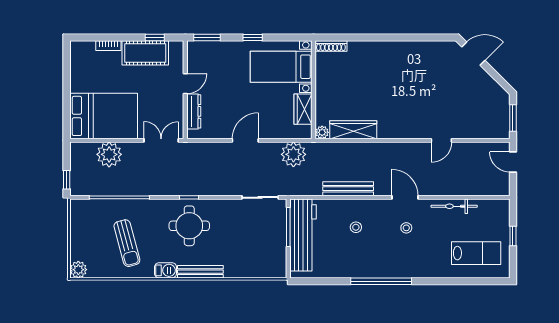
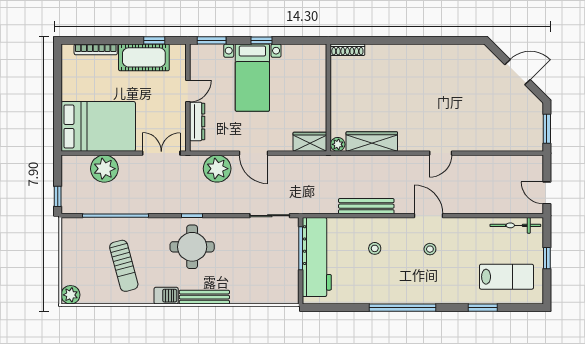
bookcase: (108, 46) -> (96, 49), width x1.56
door: (473, 54) -> (517, 72), moved
bed with nightstands: (281, 67) -> (252, 78), moved, turned -90
wardrobe: (303, 109) -> (310, 142), moved, turned 90
door: (245, 140) -> (254, 153), swing flipped
door: (441, 140) -> (441, 153), moved
plant: (293, 154) -> (217, 169), moved
door: (513, 162) -> (547, 193), moved
bicycle: (454, 206) -> (515, 225), moved
window: (455, 281) -> (483, 308), added

